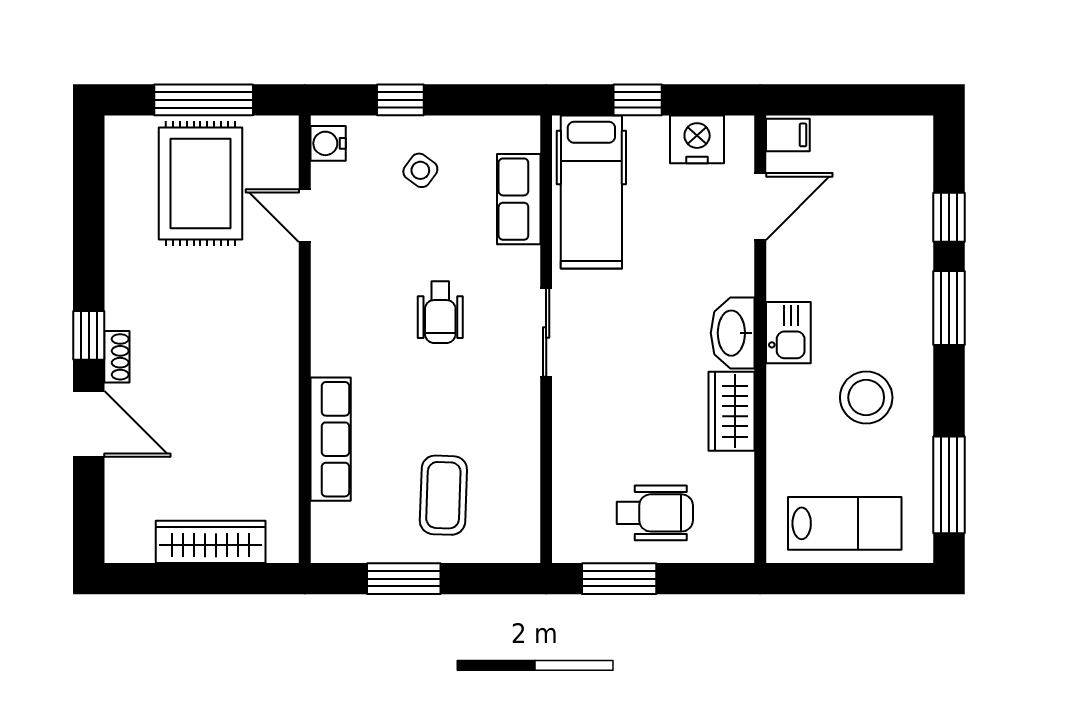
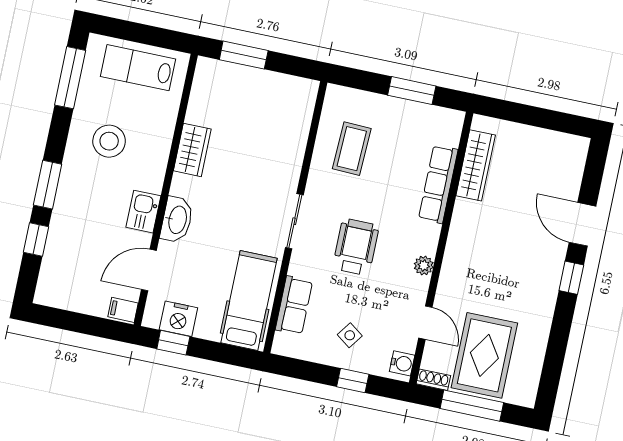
window: (638, 100) -> (173, 343), moved
plant: (327, 306) -> (424, 266), added
wheelchair: (440, 312) -> (356, 247), width x1.36, depth x1.37
washbasin: (733, 333) -> (177, 220), moved
kitchen sink: (788, 333) -> (143, 212), moved
shoe rack: (117, 357) -> (433, 380), moved, turned 90
coffee table: (443, 495) -> (352, 149), moved
wheelchair: (655, 513) -> (252, 98), removed
wardrobe: (211, 542) -> (476, 165), moved, turned -90
window: (619, 579) -> (244, 55), moved

